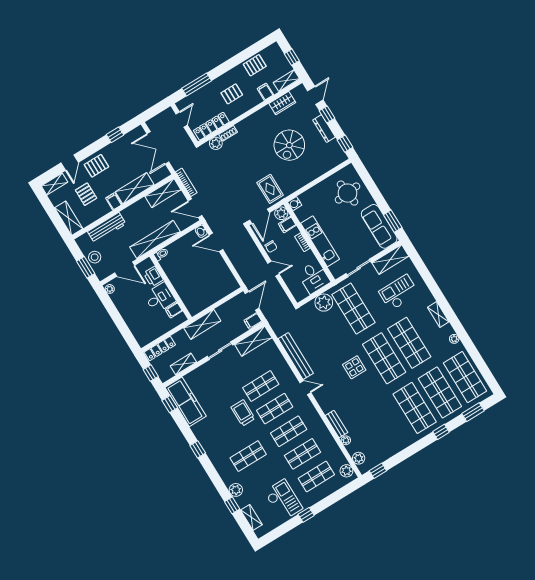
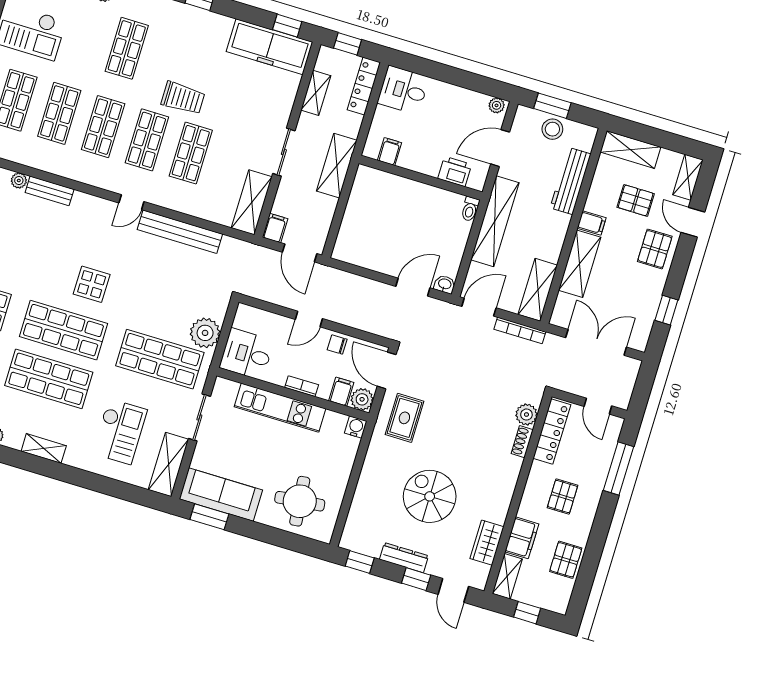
filing cabinet: (265, 92) -> (522, 538), width x2.00
rug: (270, 189) -> (404, 418), turned 90
desk: (160, 298) -> (403, 90), moved, turned 90

